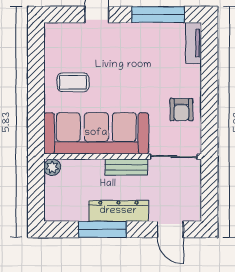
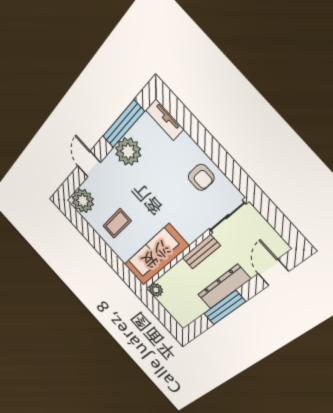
plant: (59, 37) -> (83, 201), added
plant: (141, 37) -> (128, 152), added
sofa: (96, 133) -> (156, 255), width x0.74, depth x0.79
door: (170, 229) -> (273, 272), swing flipped

